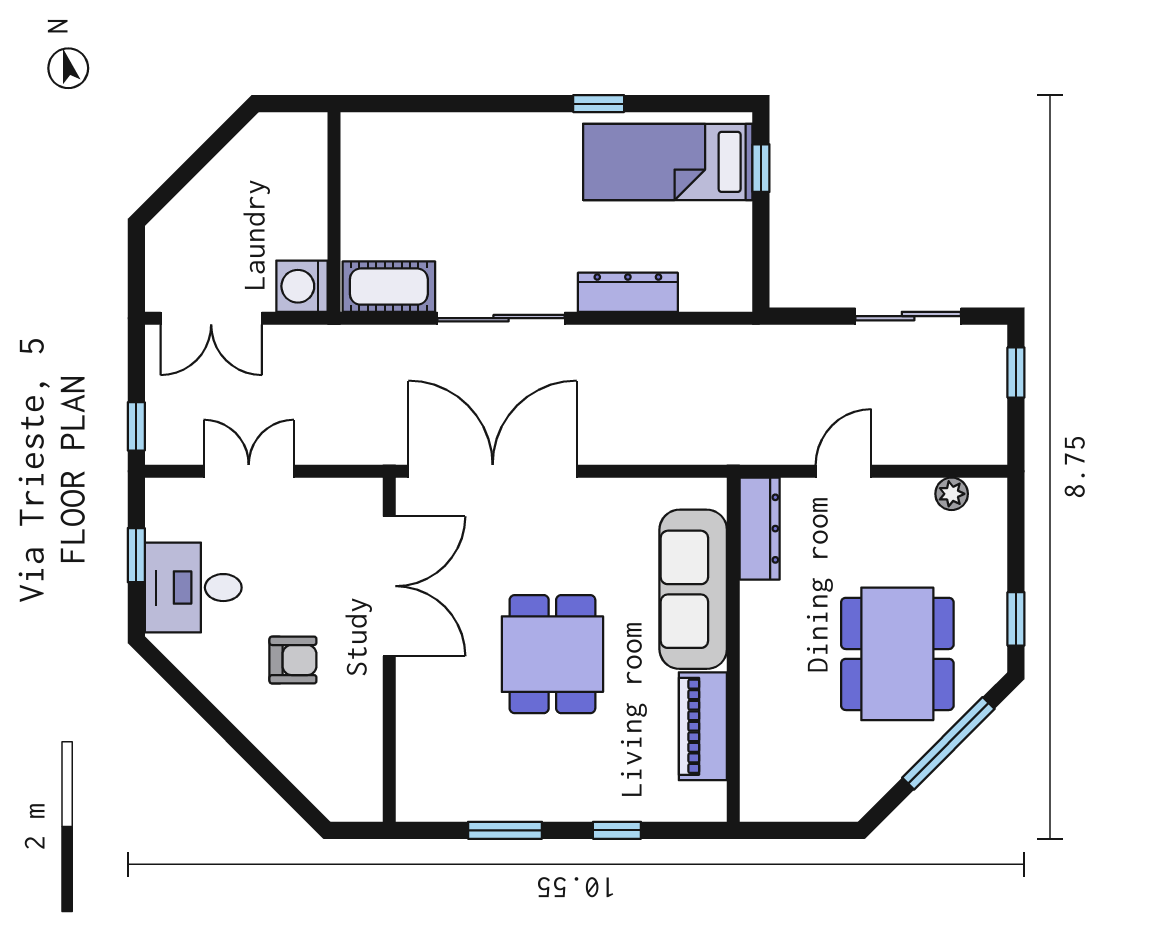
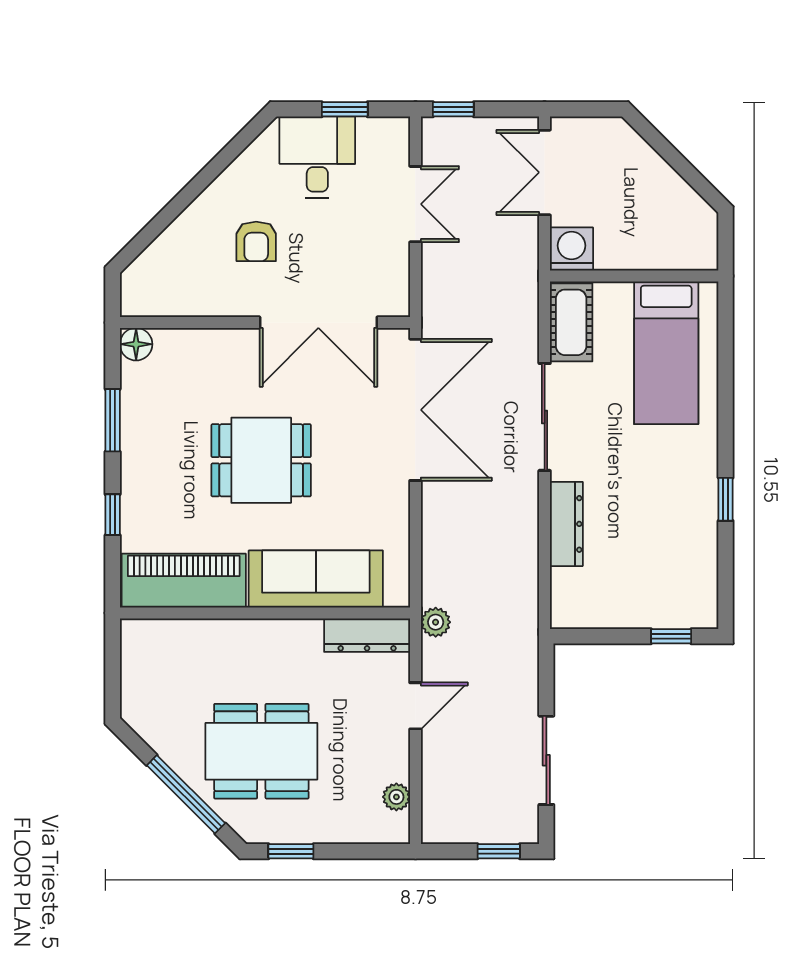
bed: (668, 162) -> (666, 353), moved, turned 180
plant: (744, 447) -> (436, 622), added
door: (844, 471) -> (415, 706), hinge flipped
piano: (703, 726) -> (184, 581), width x1.37, depth x1.33
floor lamp: (415, 802) -> (136, 344), added

